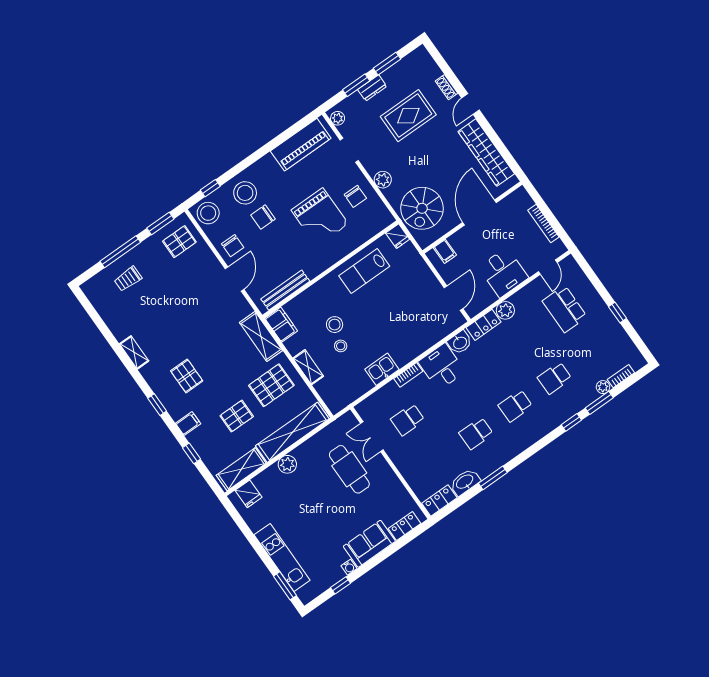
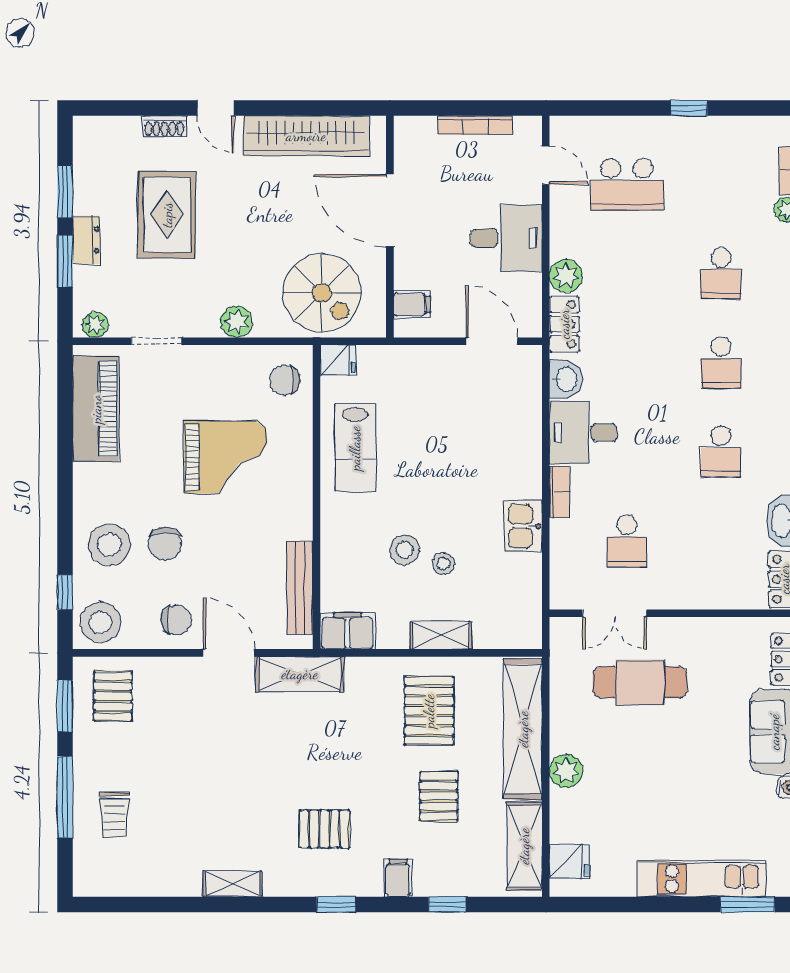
chair: (355, 196) -> (285, 380), moved, turned 180
shelving: (261, 337) -> (300, 674), moved

